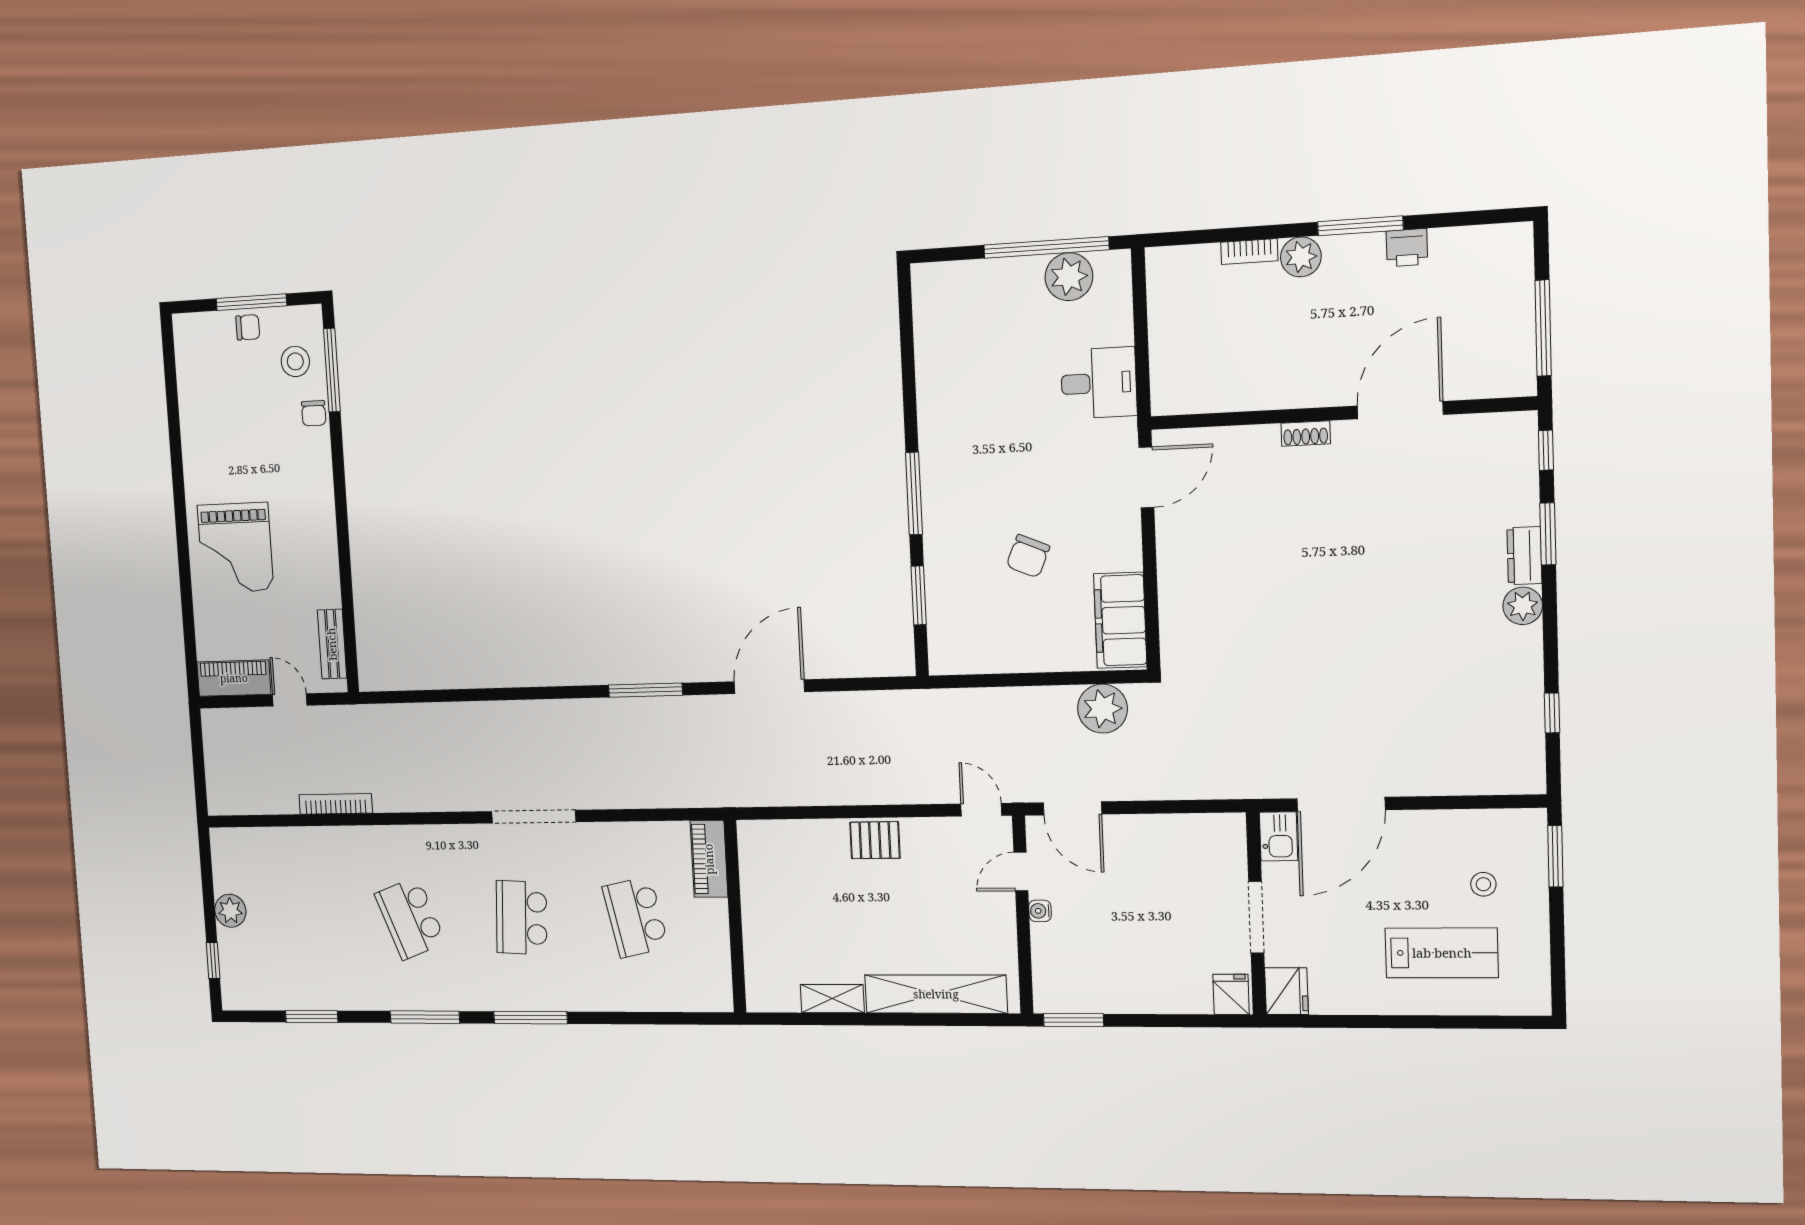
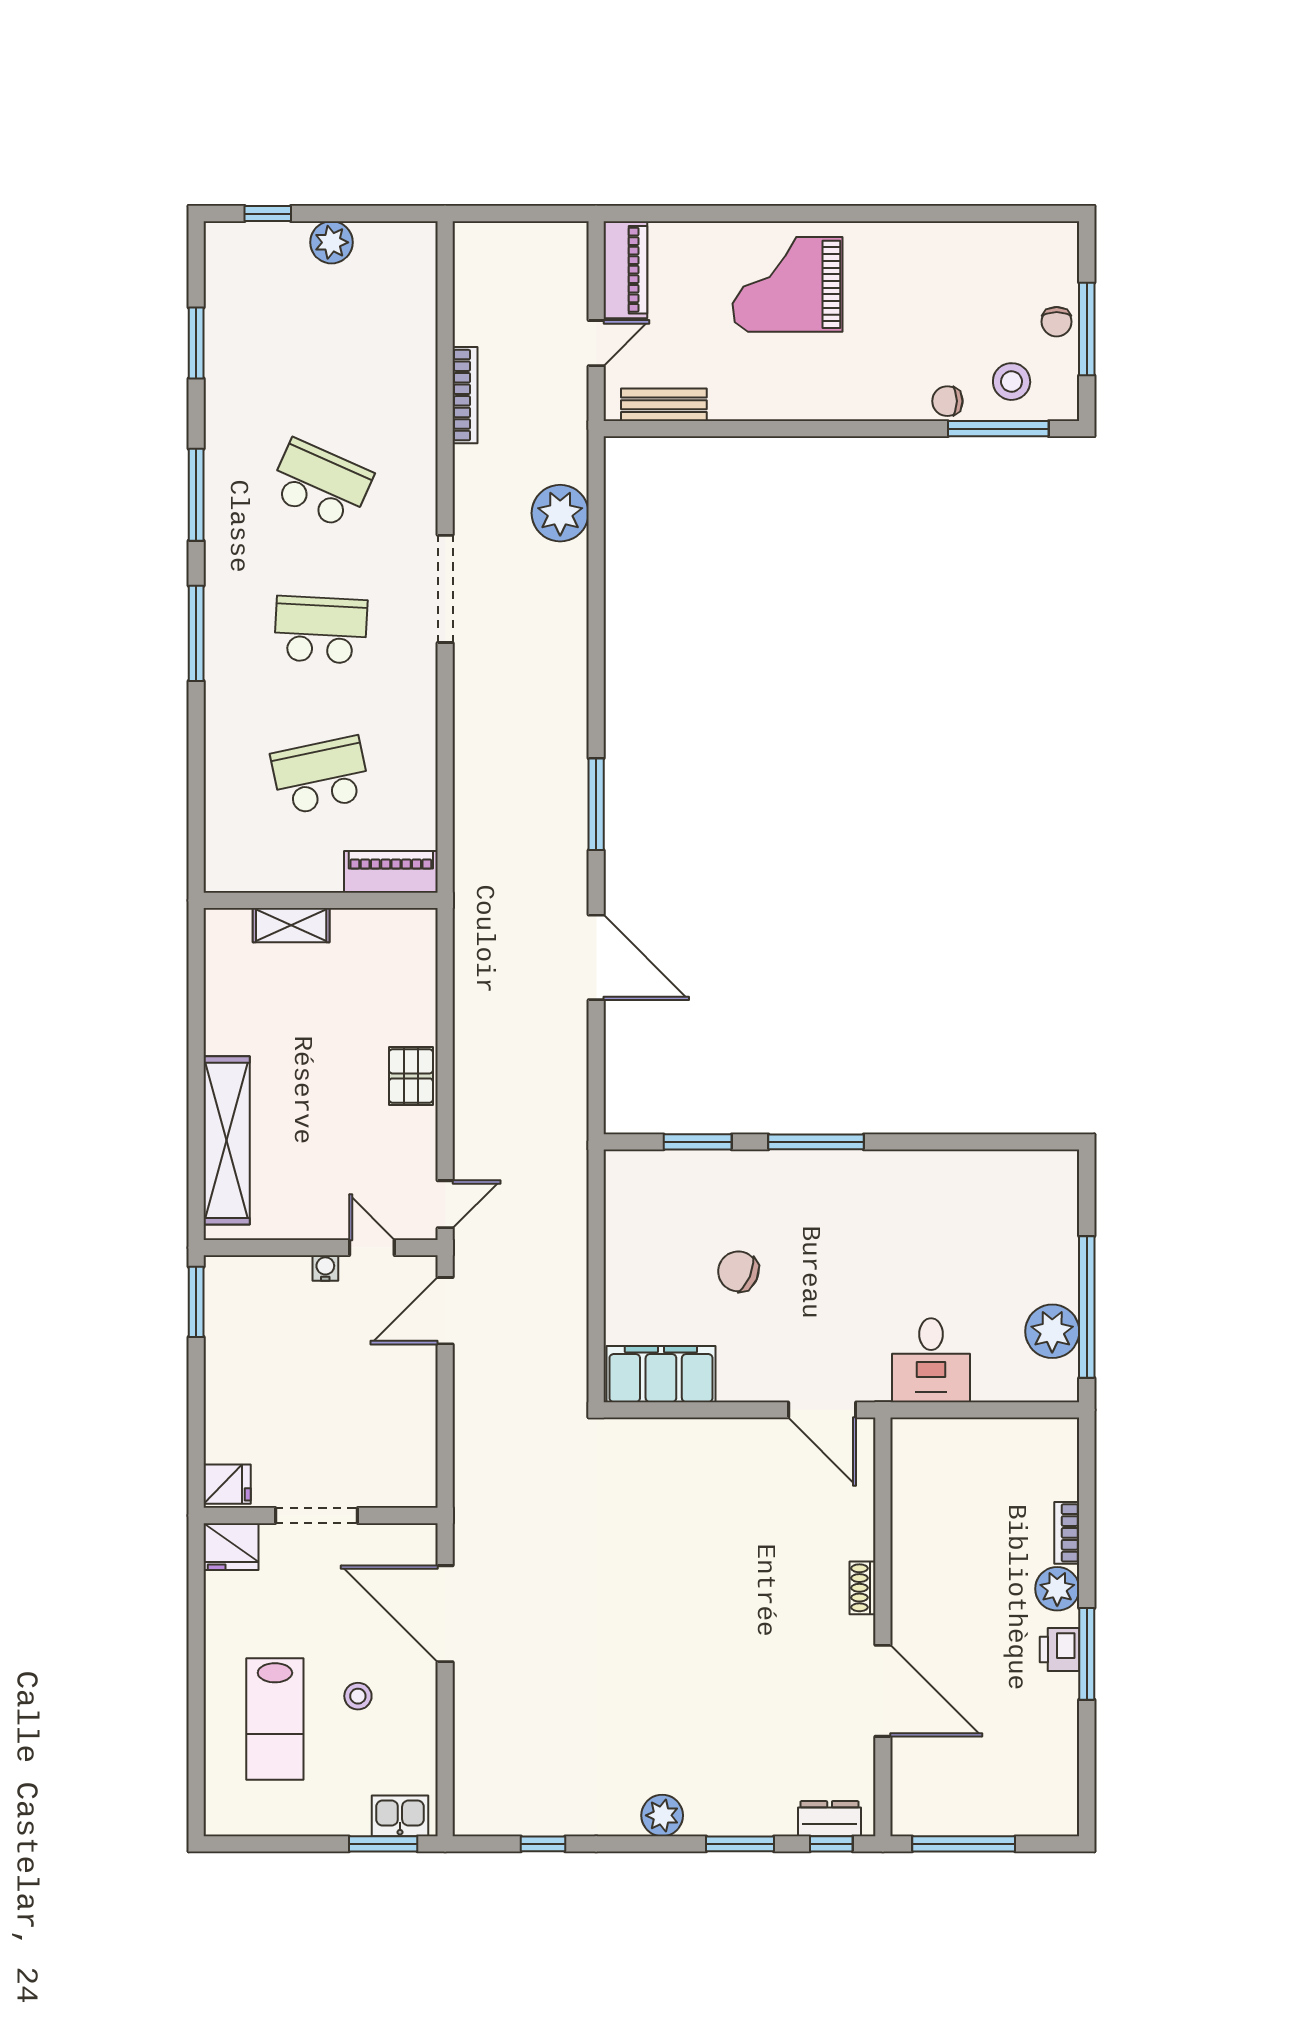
printer: (1407, 248) -> (1060, 1649), moved
dresser: (1524, 556) -> (830, 1819), moved
plant: (1102, 709) -> (560, 513), moved
doorway: (534, 817) -> (445, 589), moved
kitchen sink: (1279, 836) -> (400, 1816), moved, turned 180
stool: (1483, 884) -> (358, 1696), moved
school desk: (410, 918) -> (321, 484), turned 45
shelving: (832, 999) -> (291, 925), moved, turned 90

